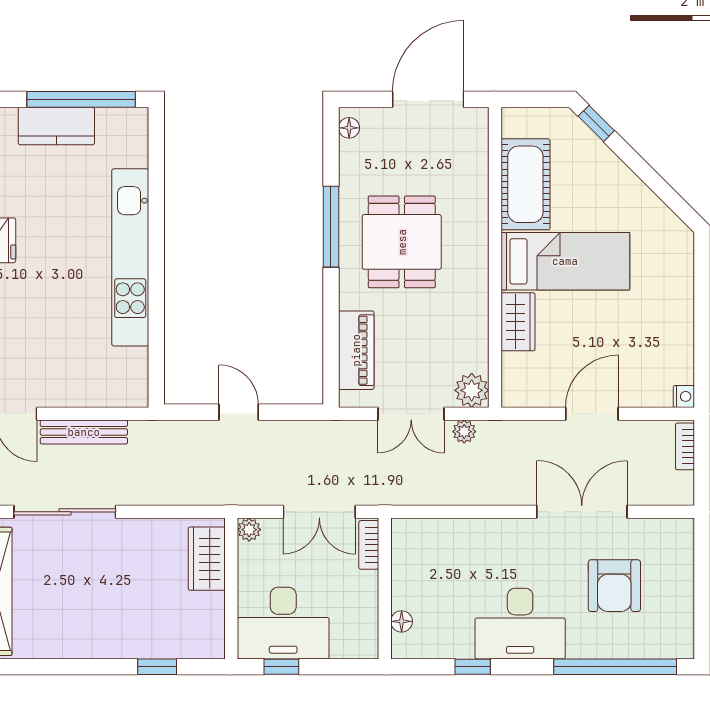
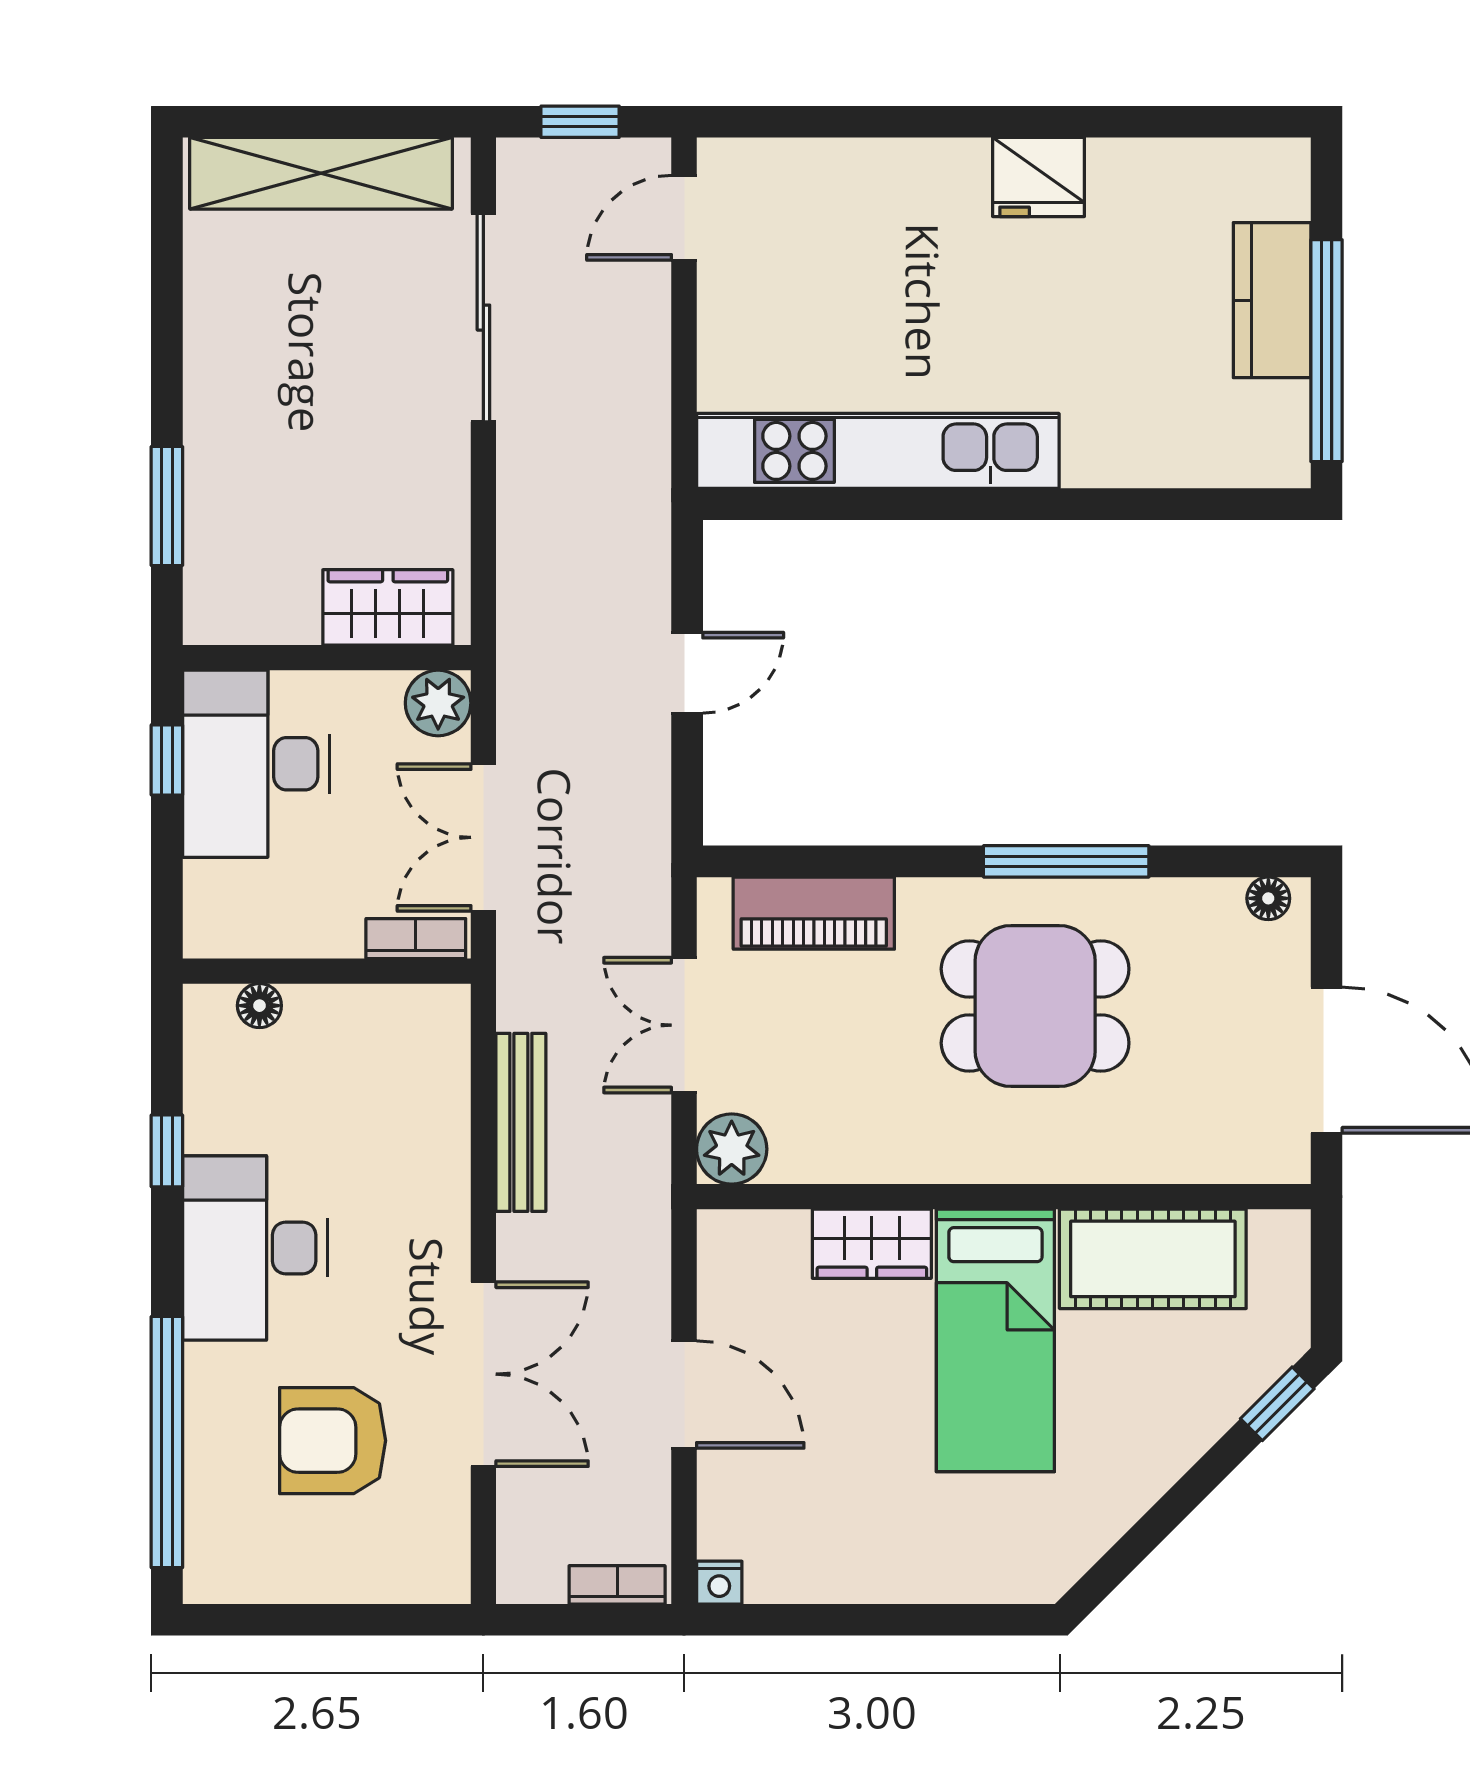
kitchen unit: (130, 257) -> (878, 451), moved
bench: (84, 432) -> (521, 1122), moved
plant: (464, 432) -> (648, 1134), removed
plant: (249, 530) -> (438, 703), width x1.38, depth x1.38
window: (157, 667) -> (167, 506), width x1.50

